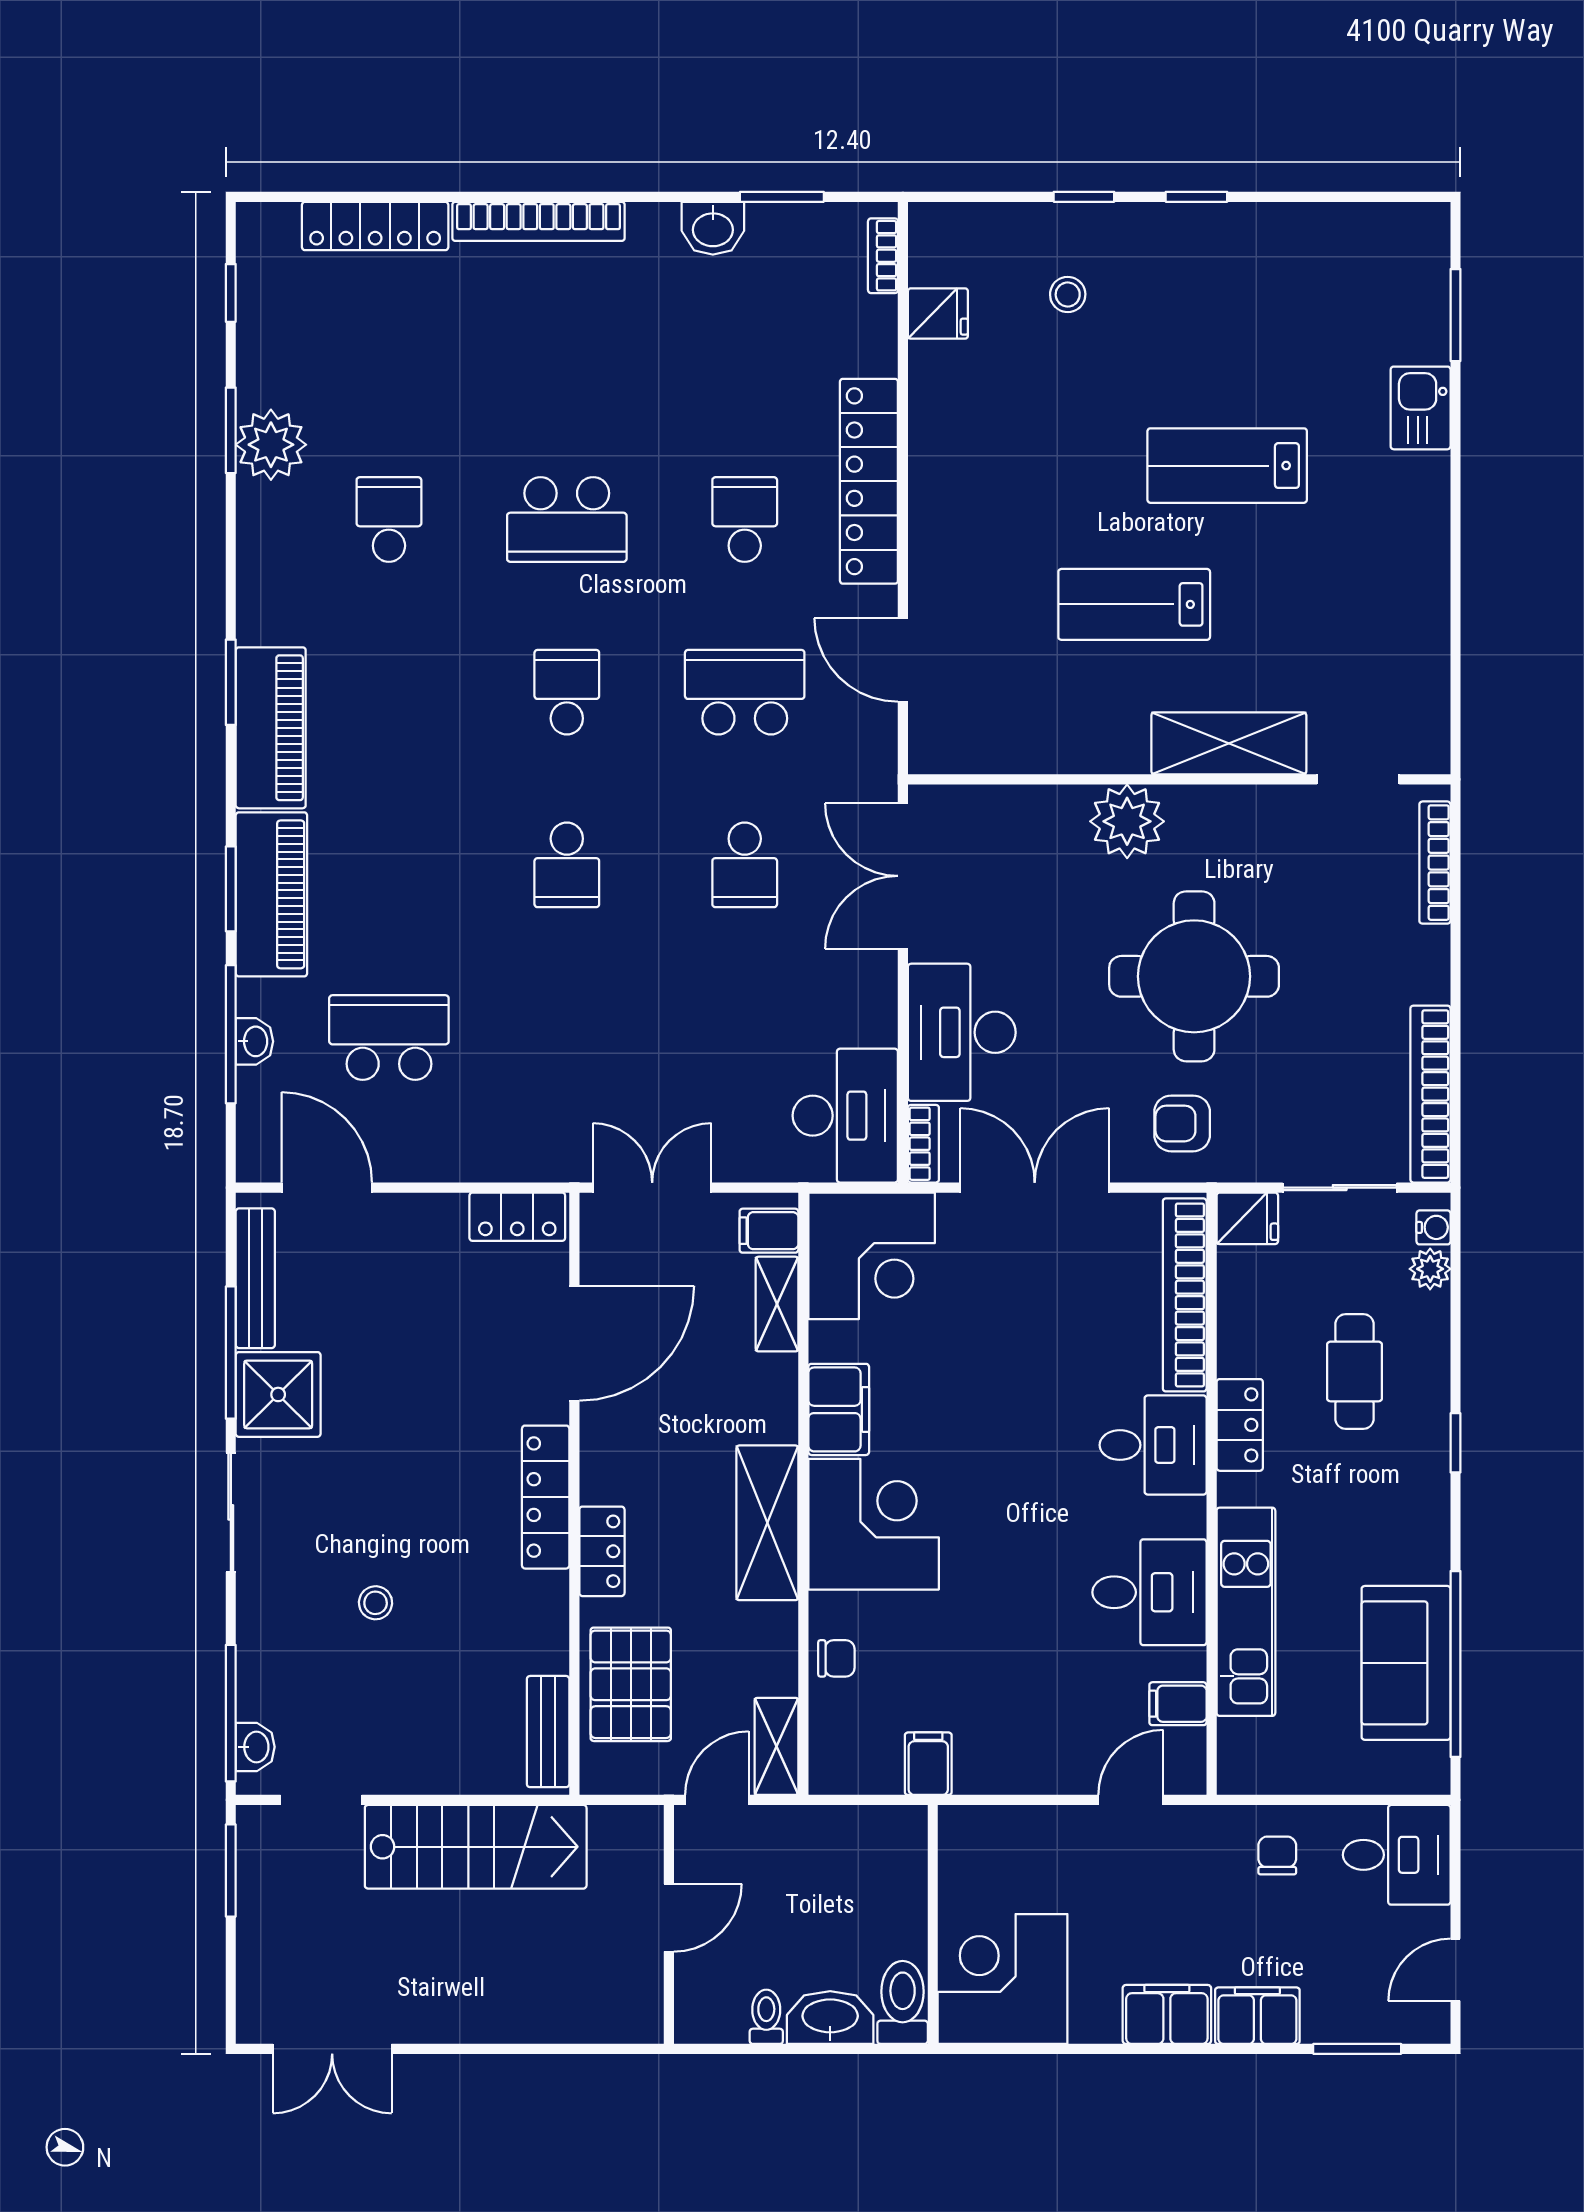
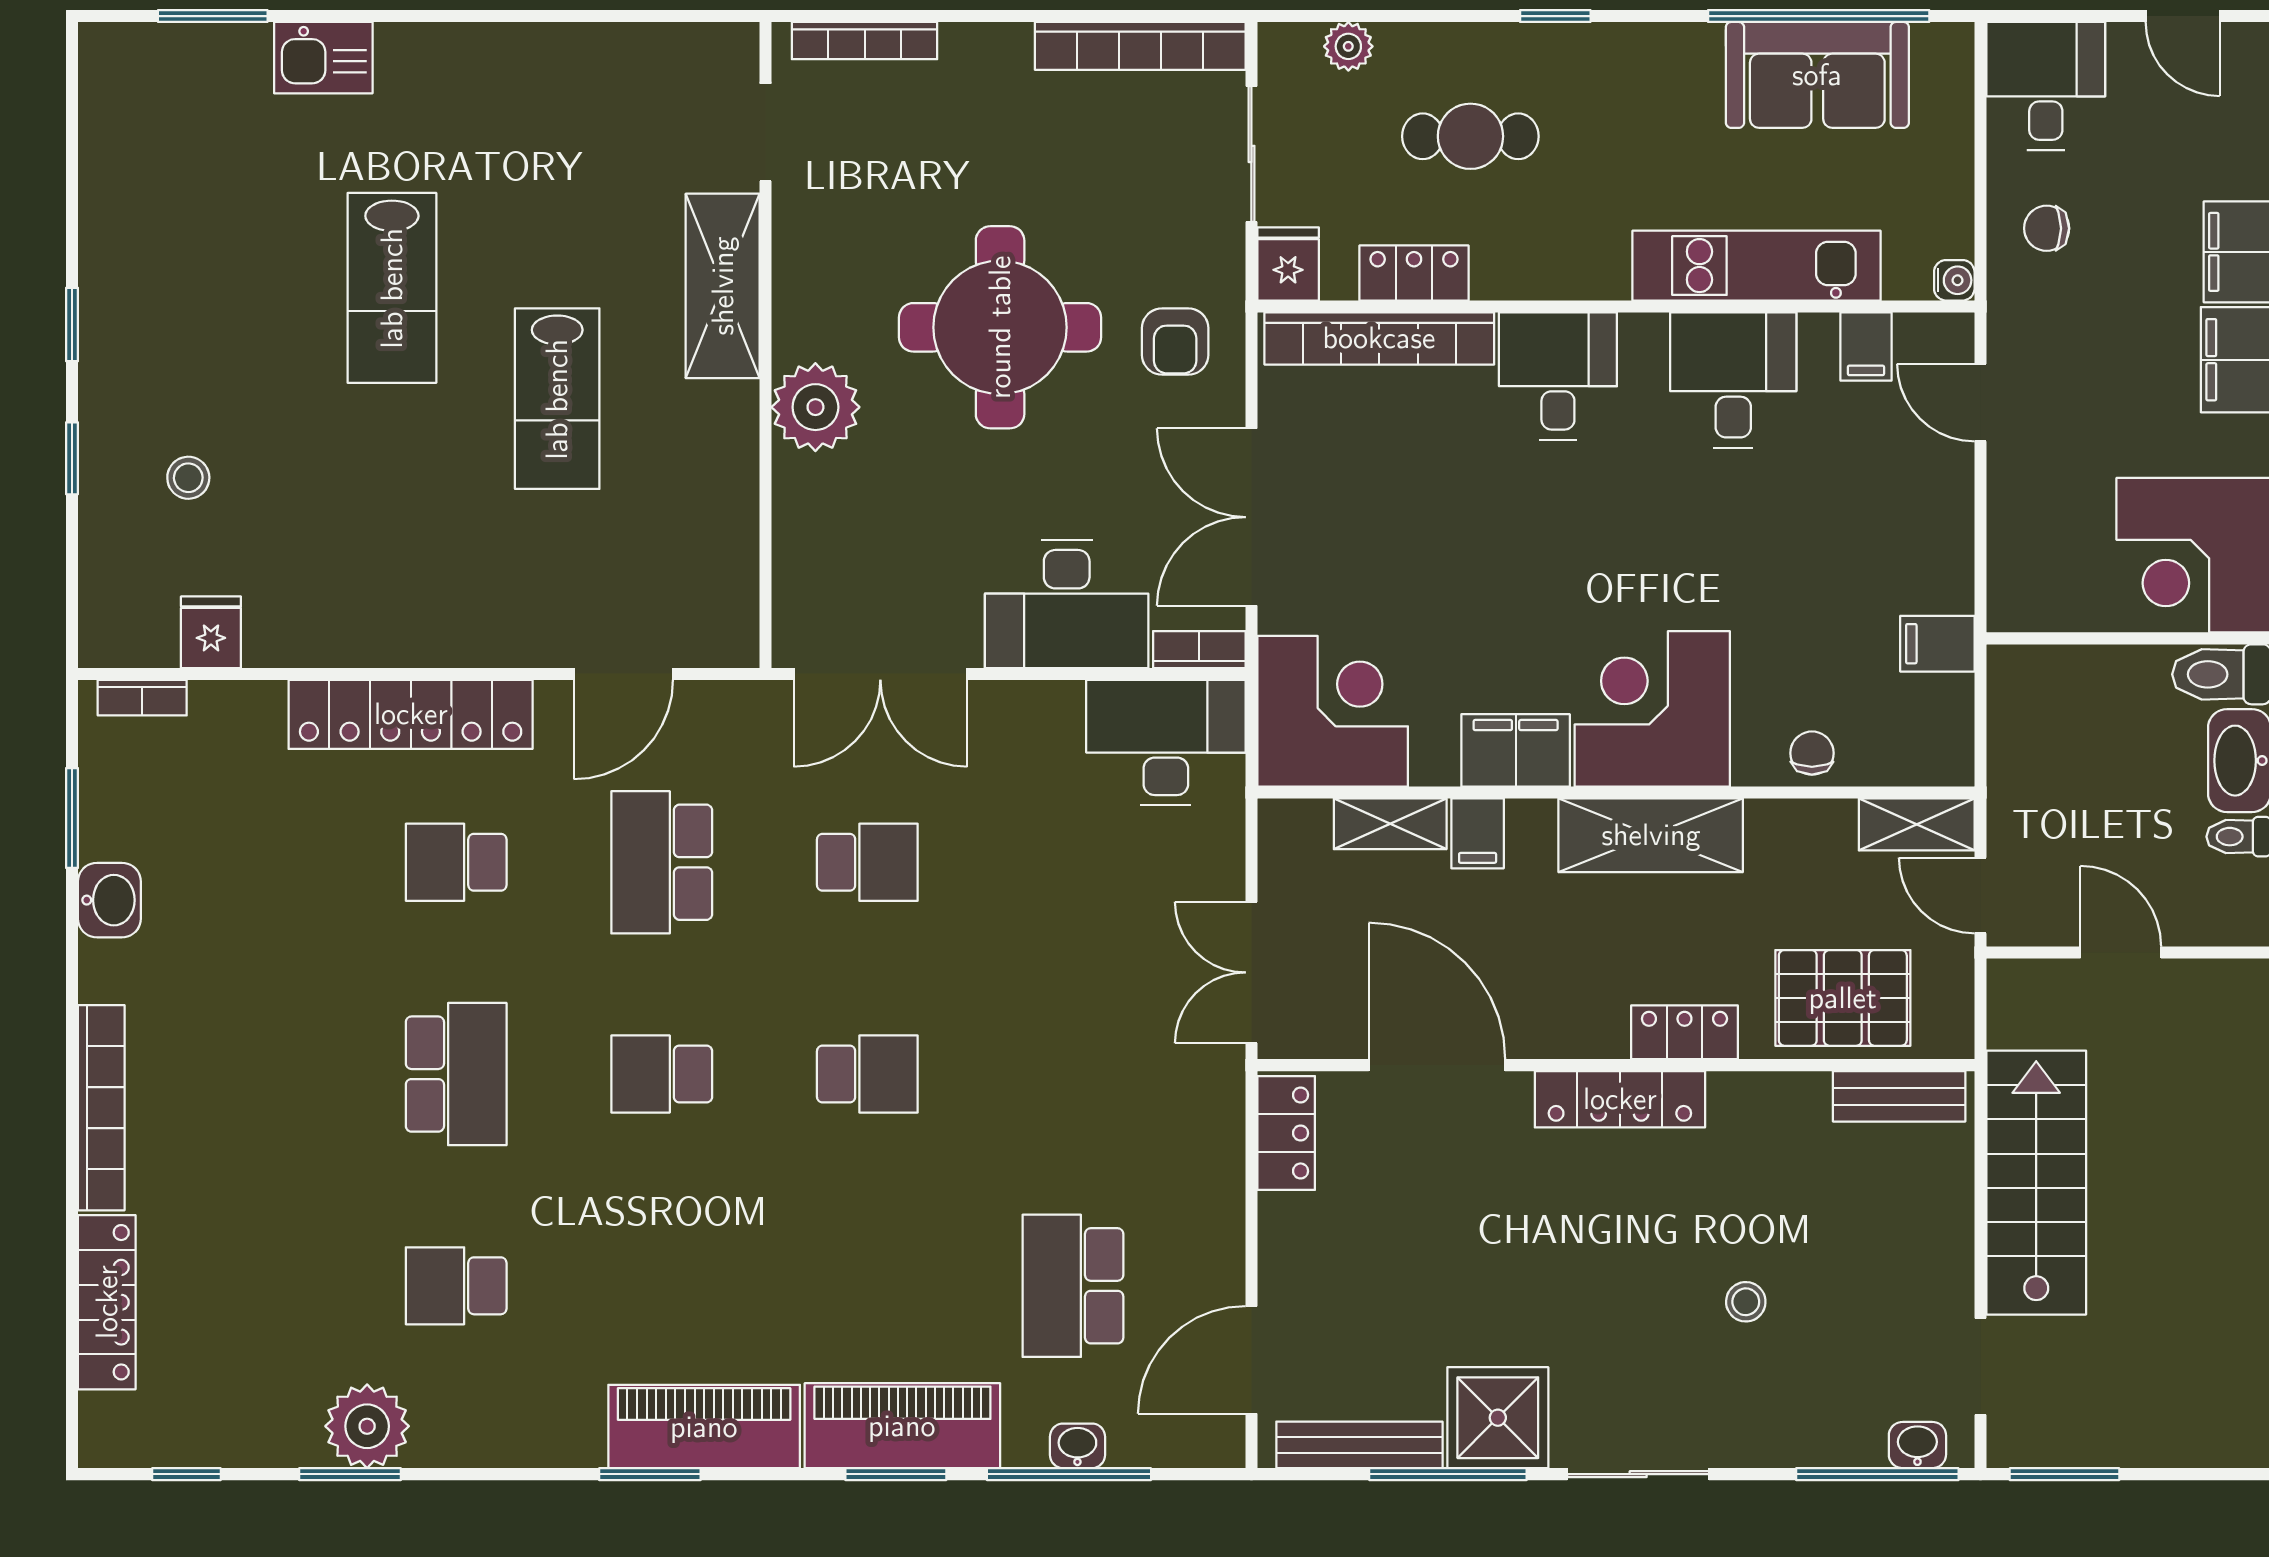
water cooler: (1434, 1227) -> (1954, 280), moved, turned 90
filing cabinet: (769, 1231) -> (1478, 833), moved
locker: (1240, 1425) -> (1414, 273), moved

